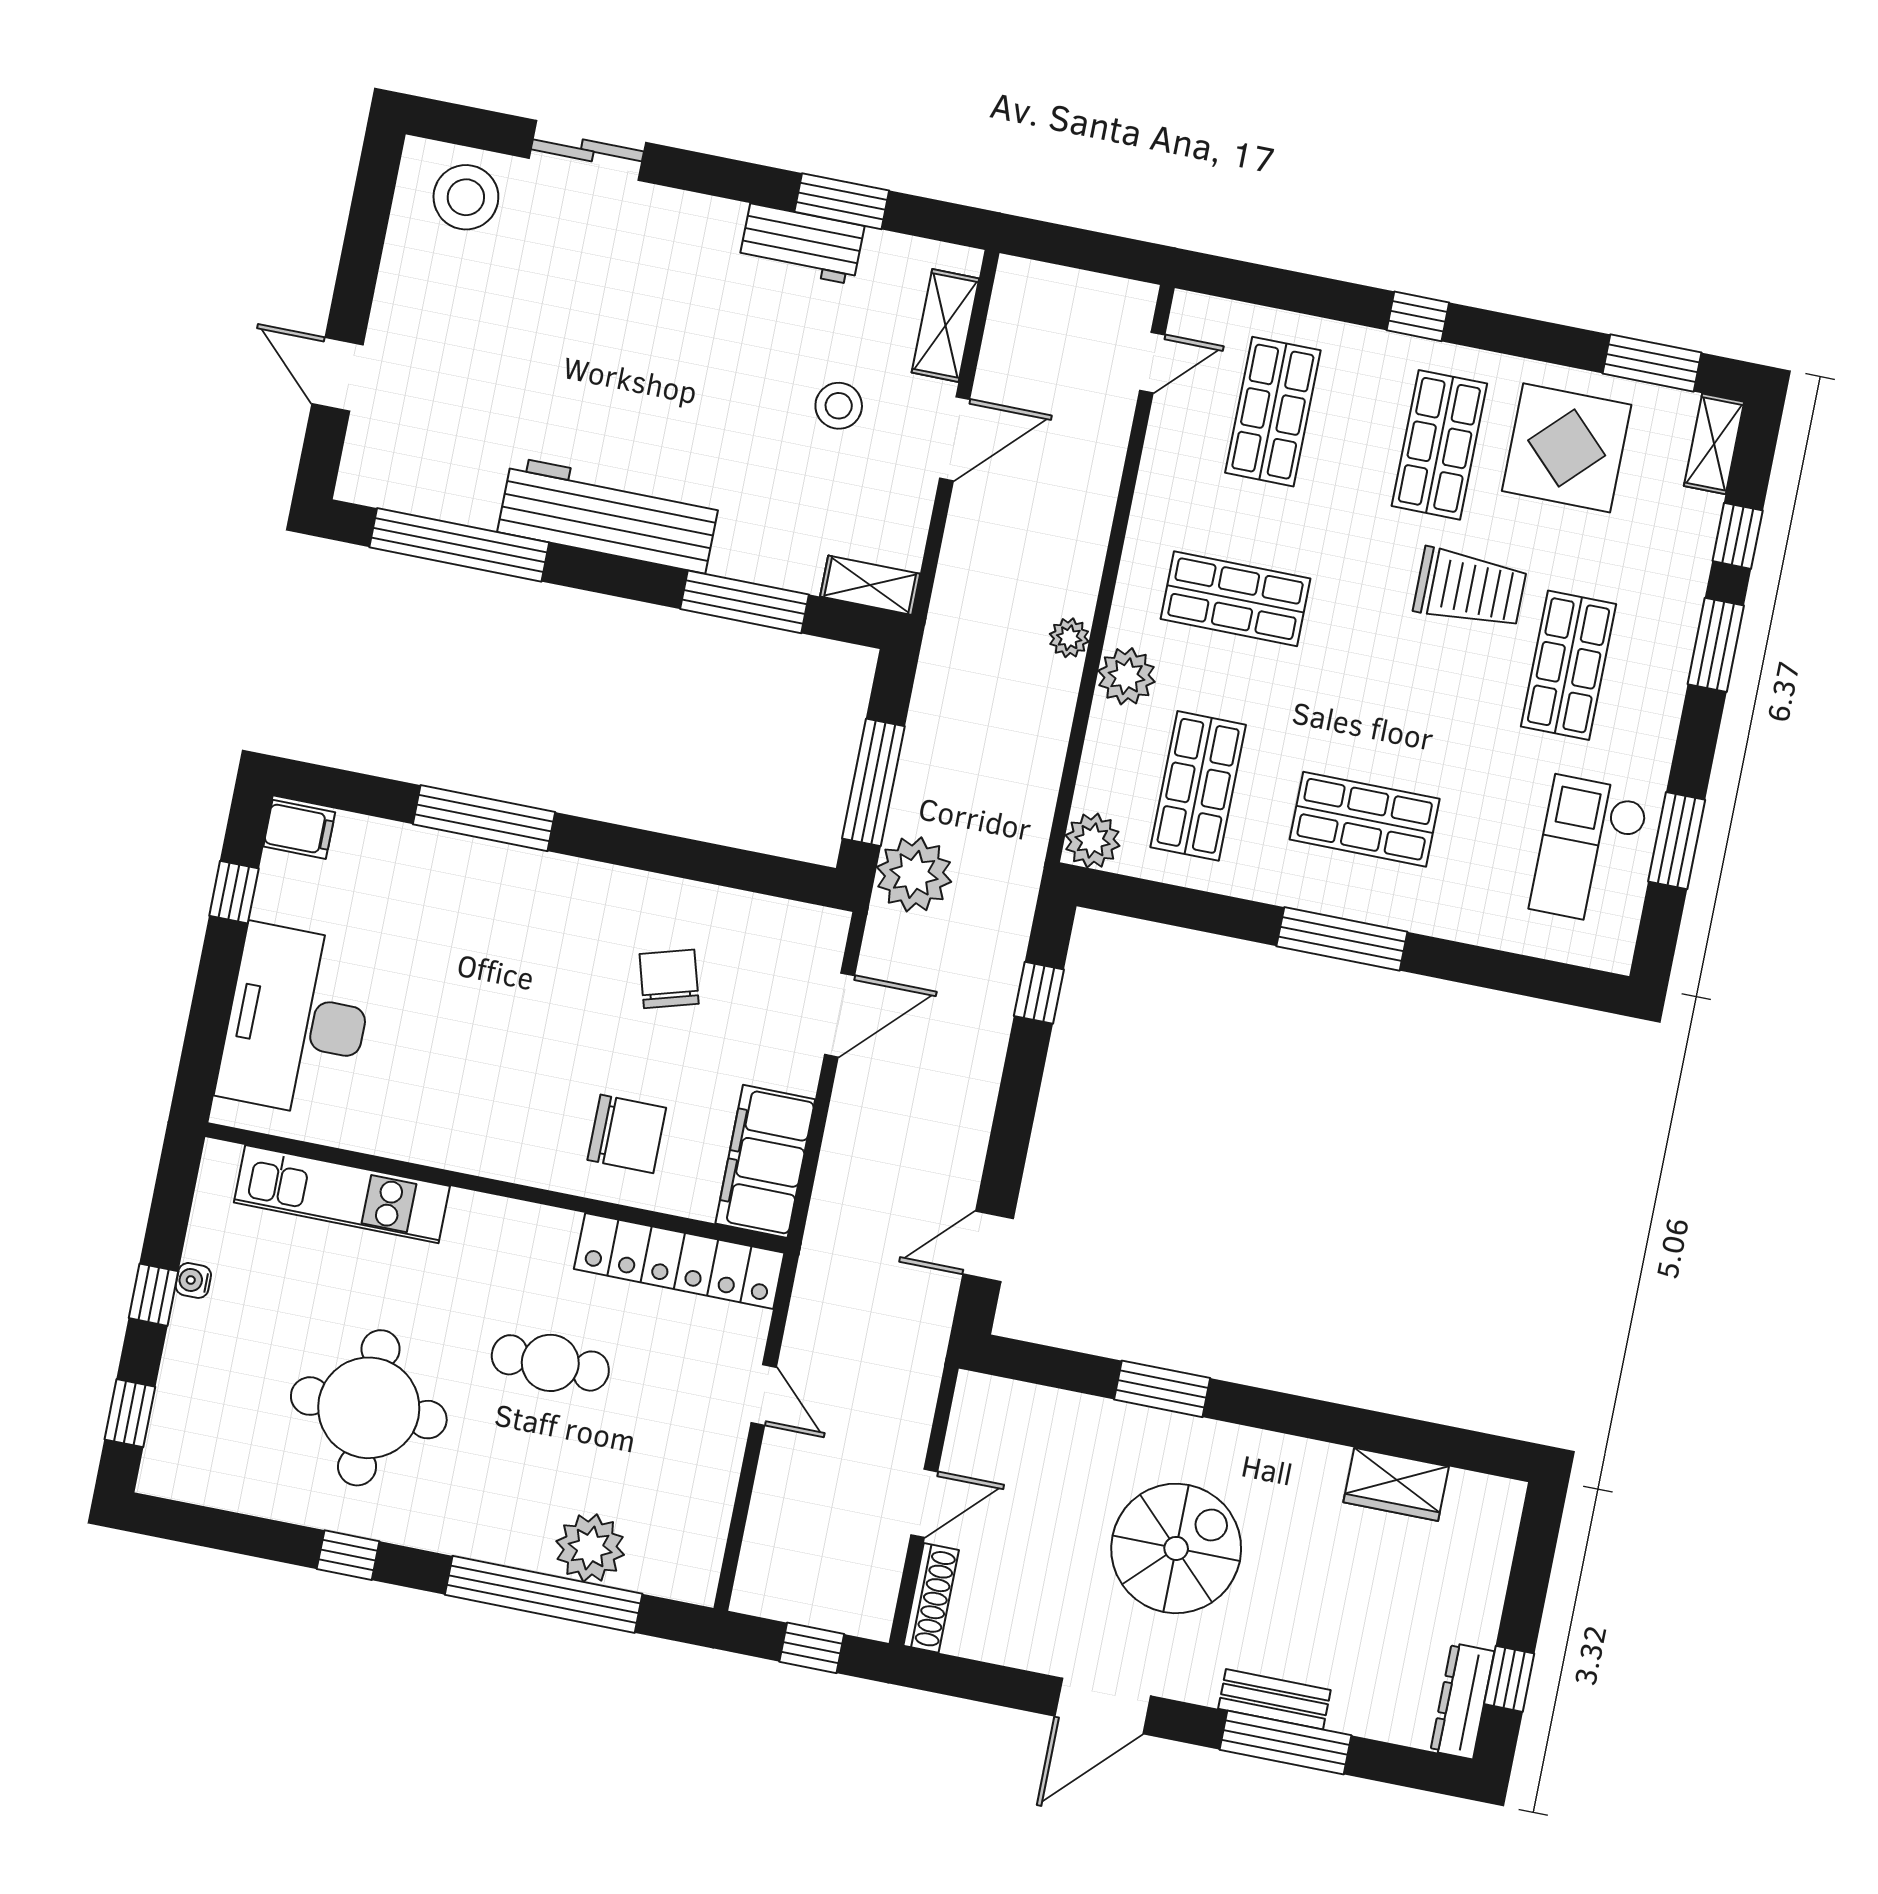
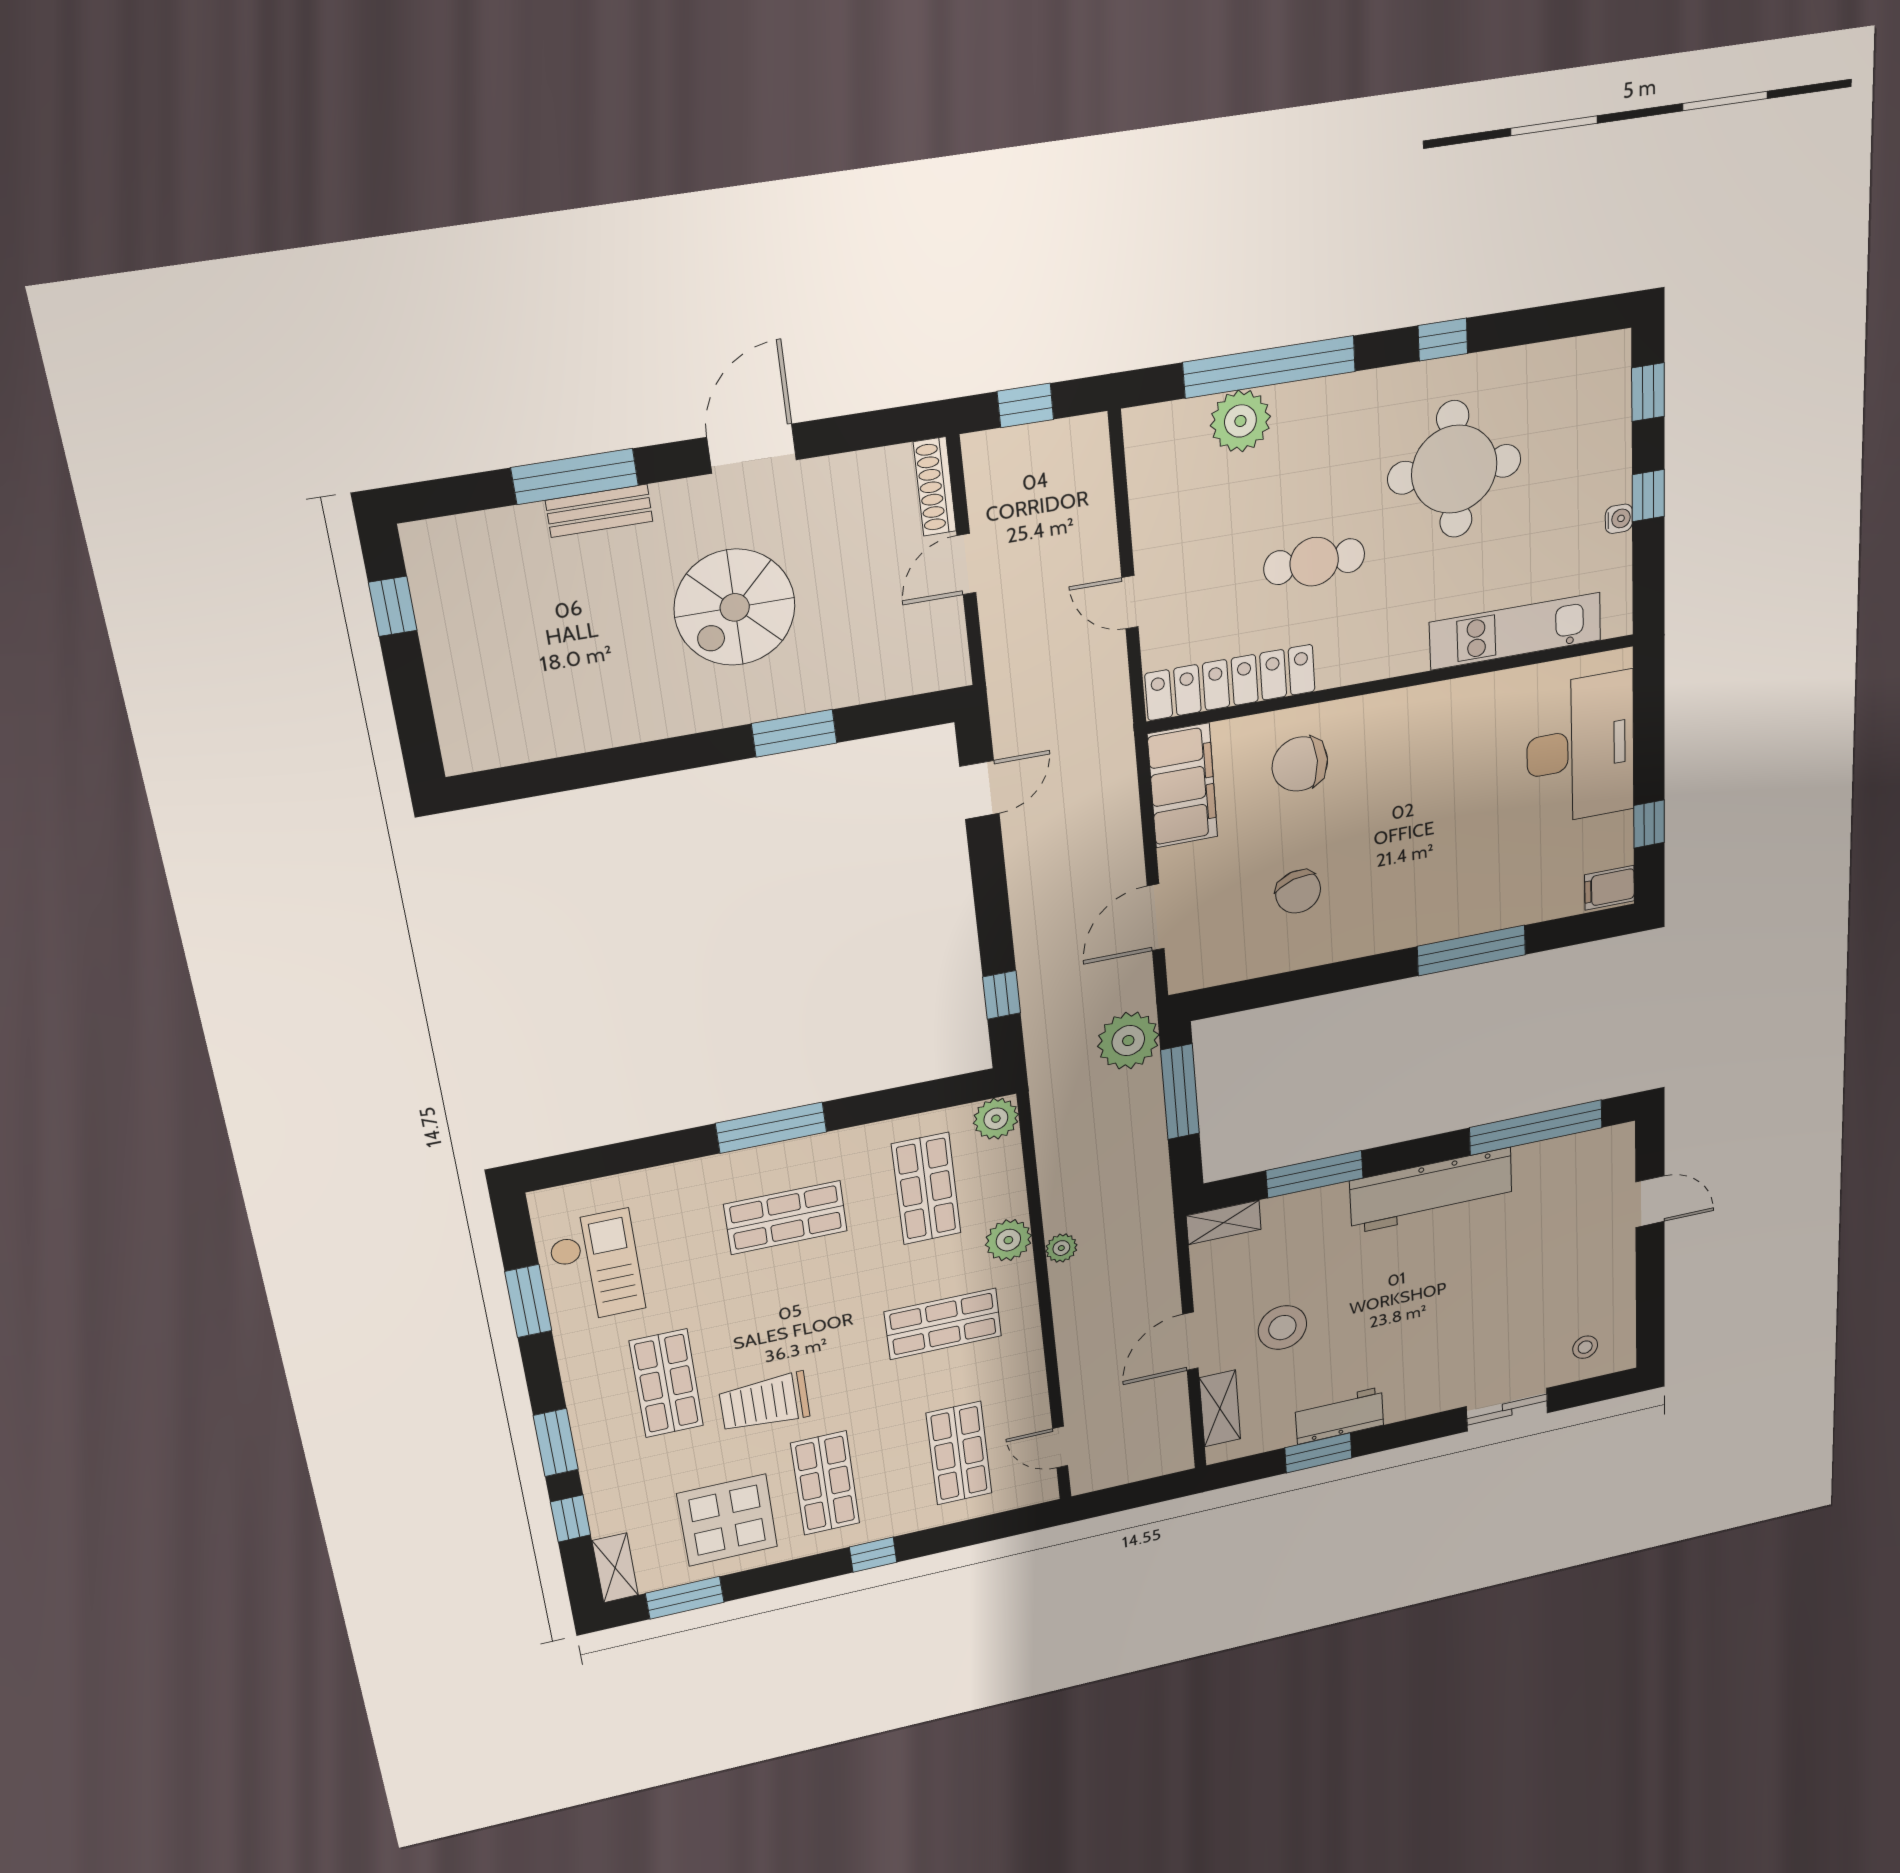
stool: (466, 197) -> (1585, 1347), width x0.53, depth x0.53
door: (1152, 363) -> (1060, 1447), hinge flipped
stool: (839, 406) -> (1282, 1328), width x1.38, depth x1.38
wardrobe: (1396, 1484) -> (561, 732), removed
dresser: (1462, 1701) -> (428, 571), removed

